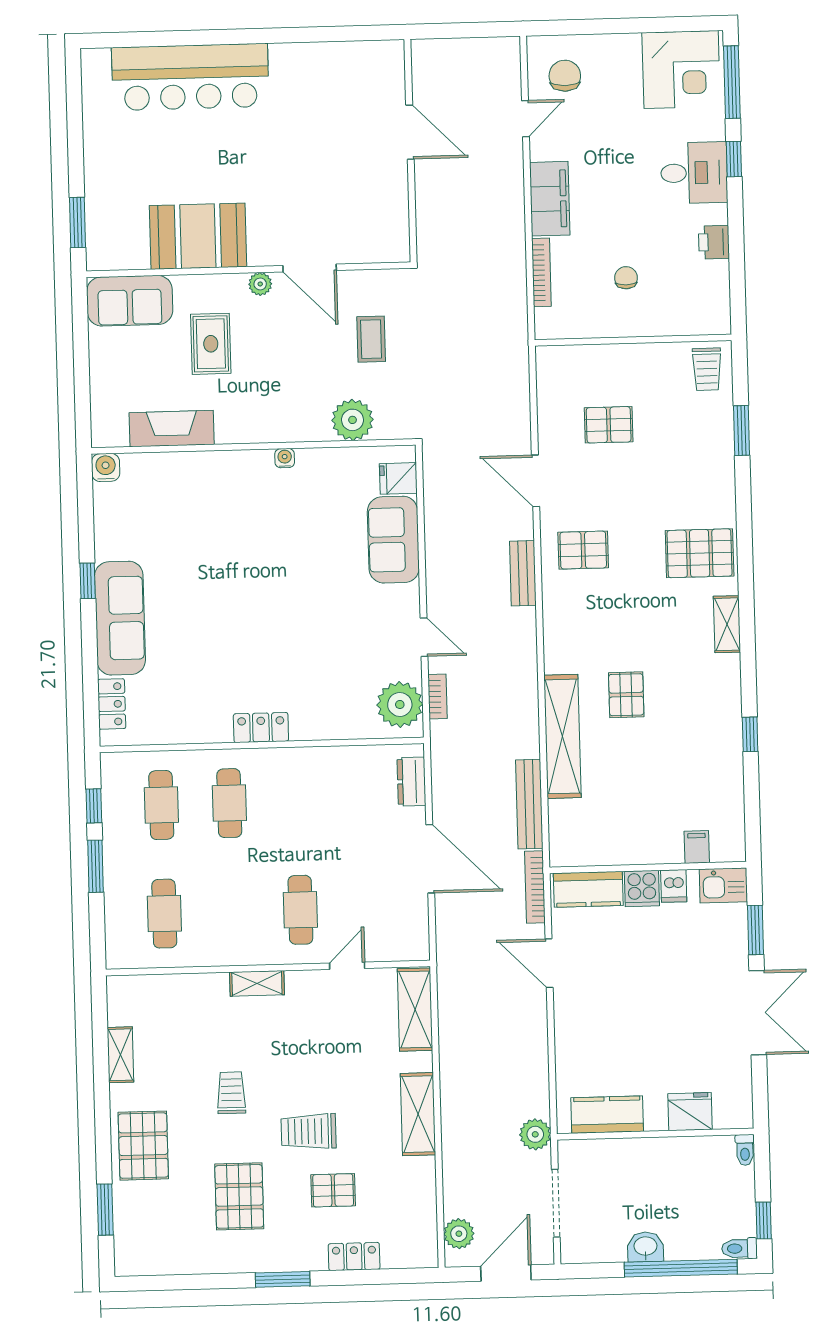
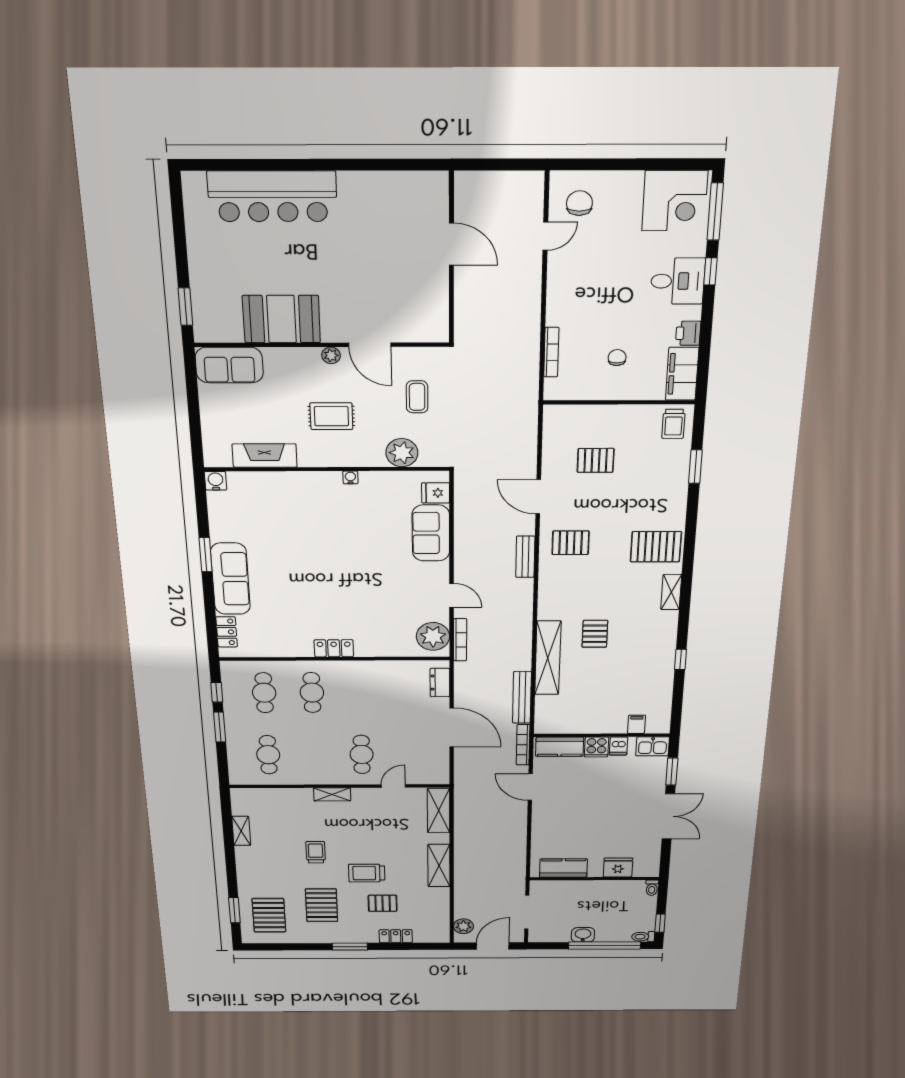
filing cabinet: (550, 199) -> (682, 374), moved, turned 180
rug: (211, 344) -> (331, 416), moved, turned 90
window: (88, 581) -> (206, 555), width x1.50
bookcase: (438, 696) -> (460, 640), width x1.56
plant: (535, 1134) -> (516, 877), removed
pallet: (143, 1146) -> (269, 915), moved

